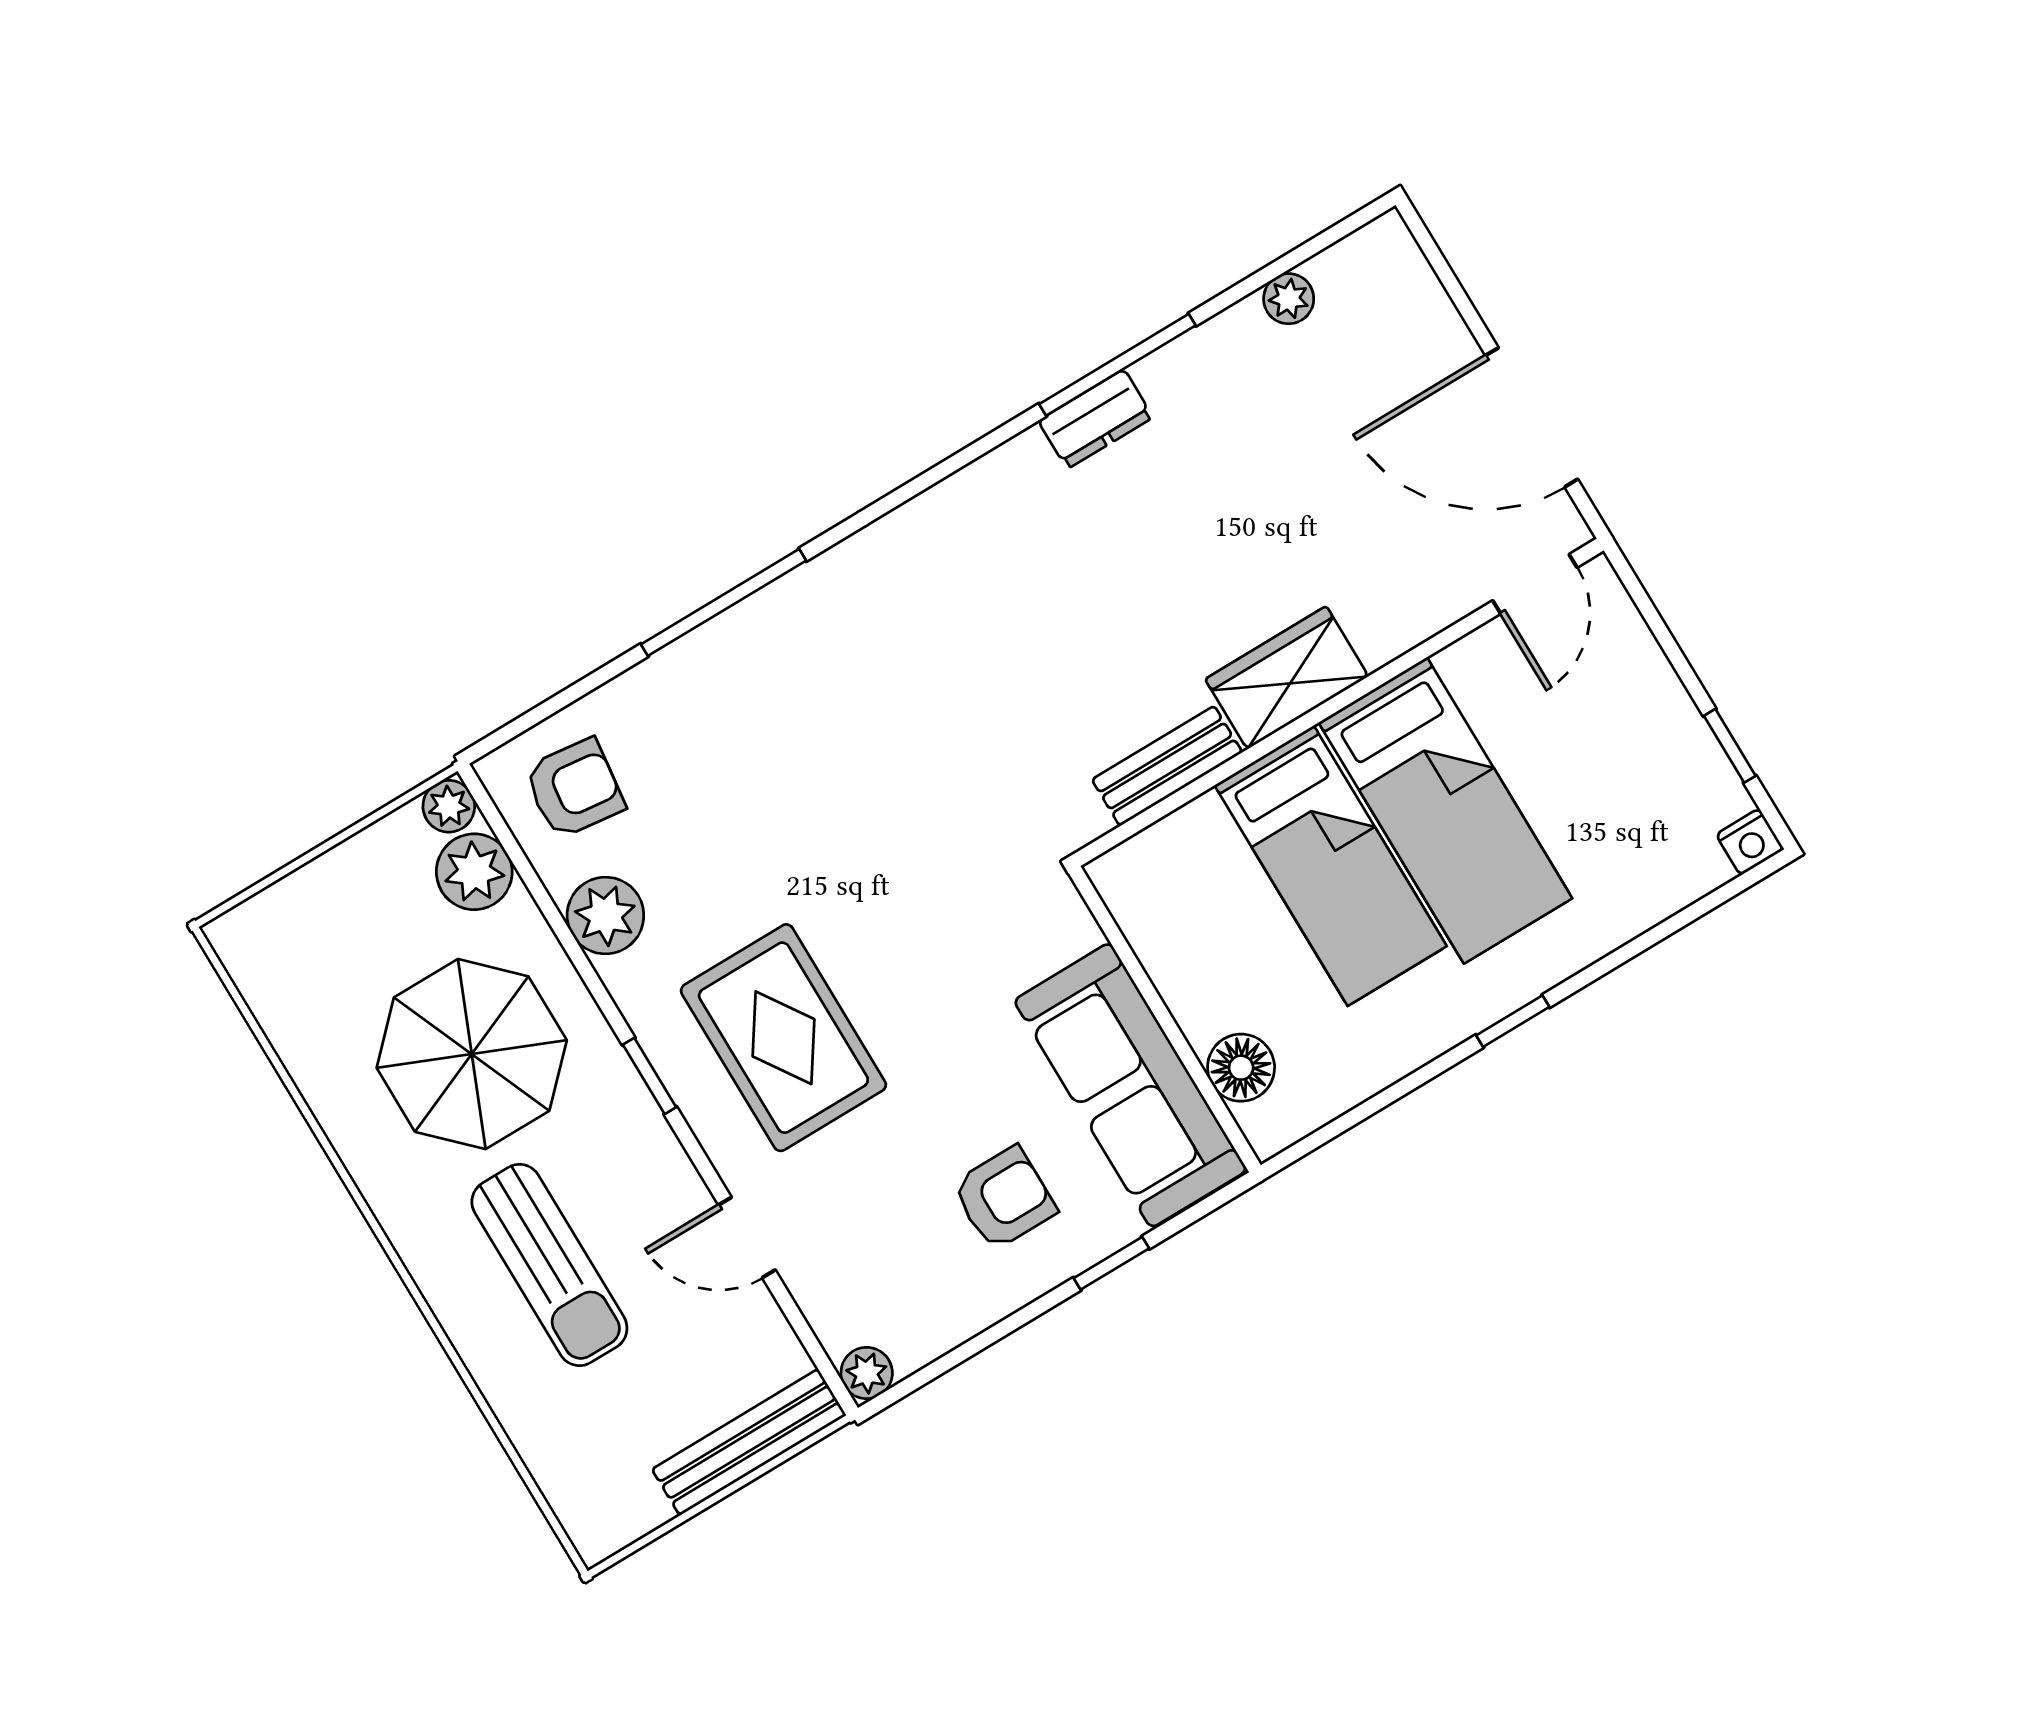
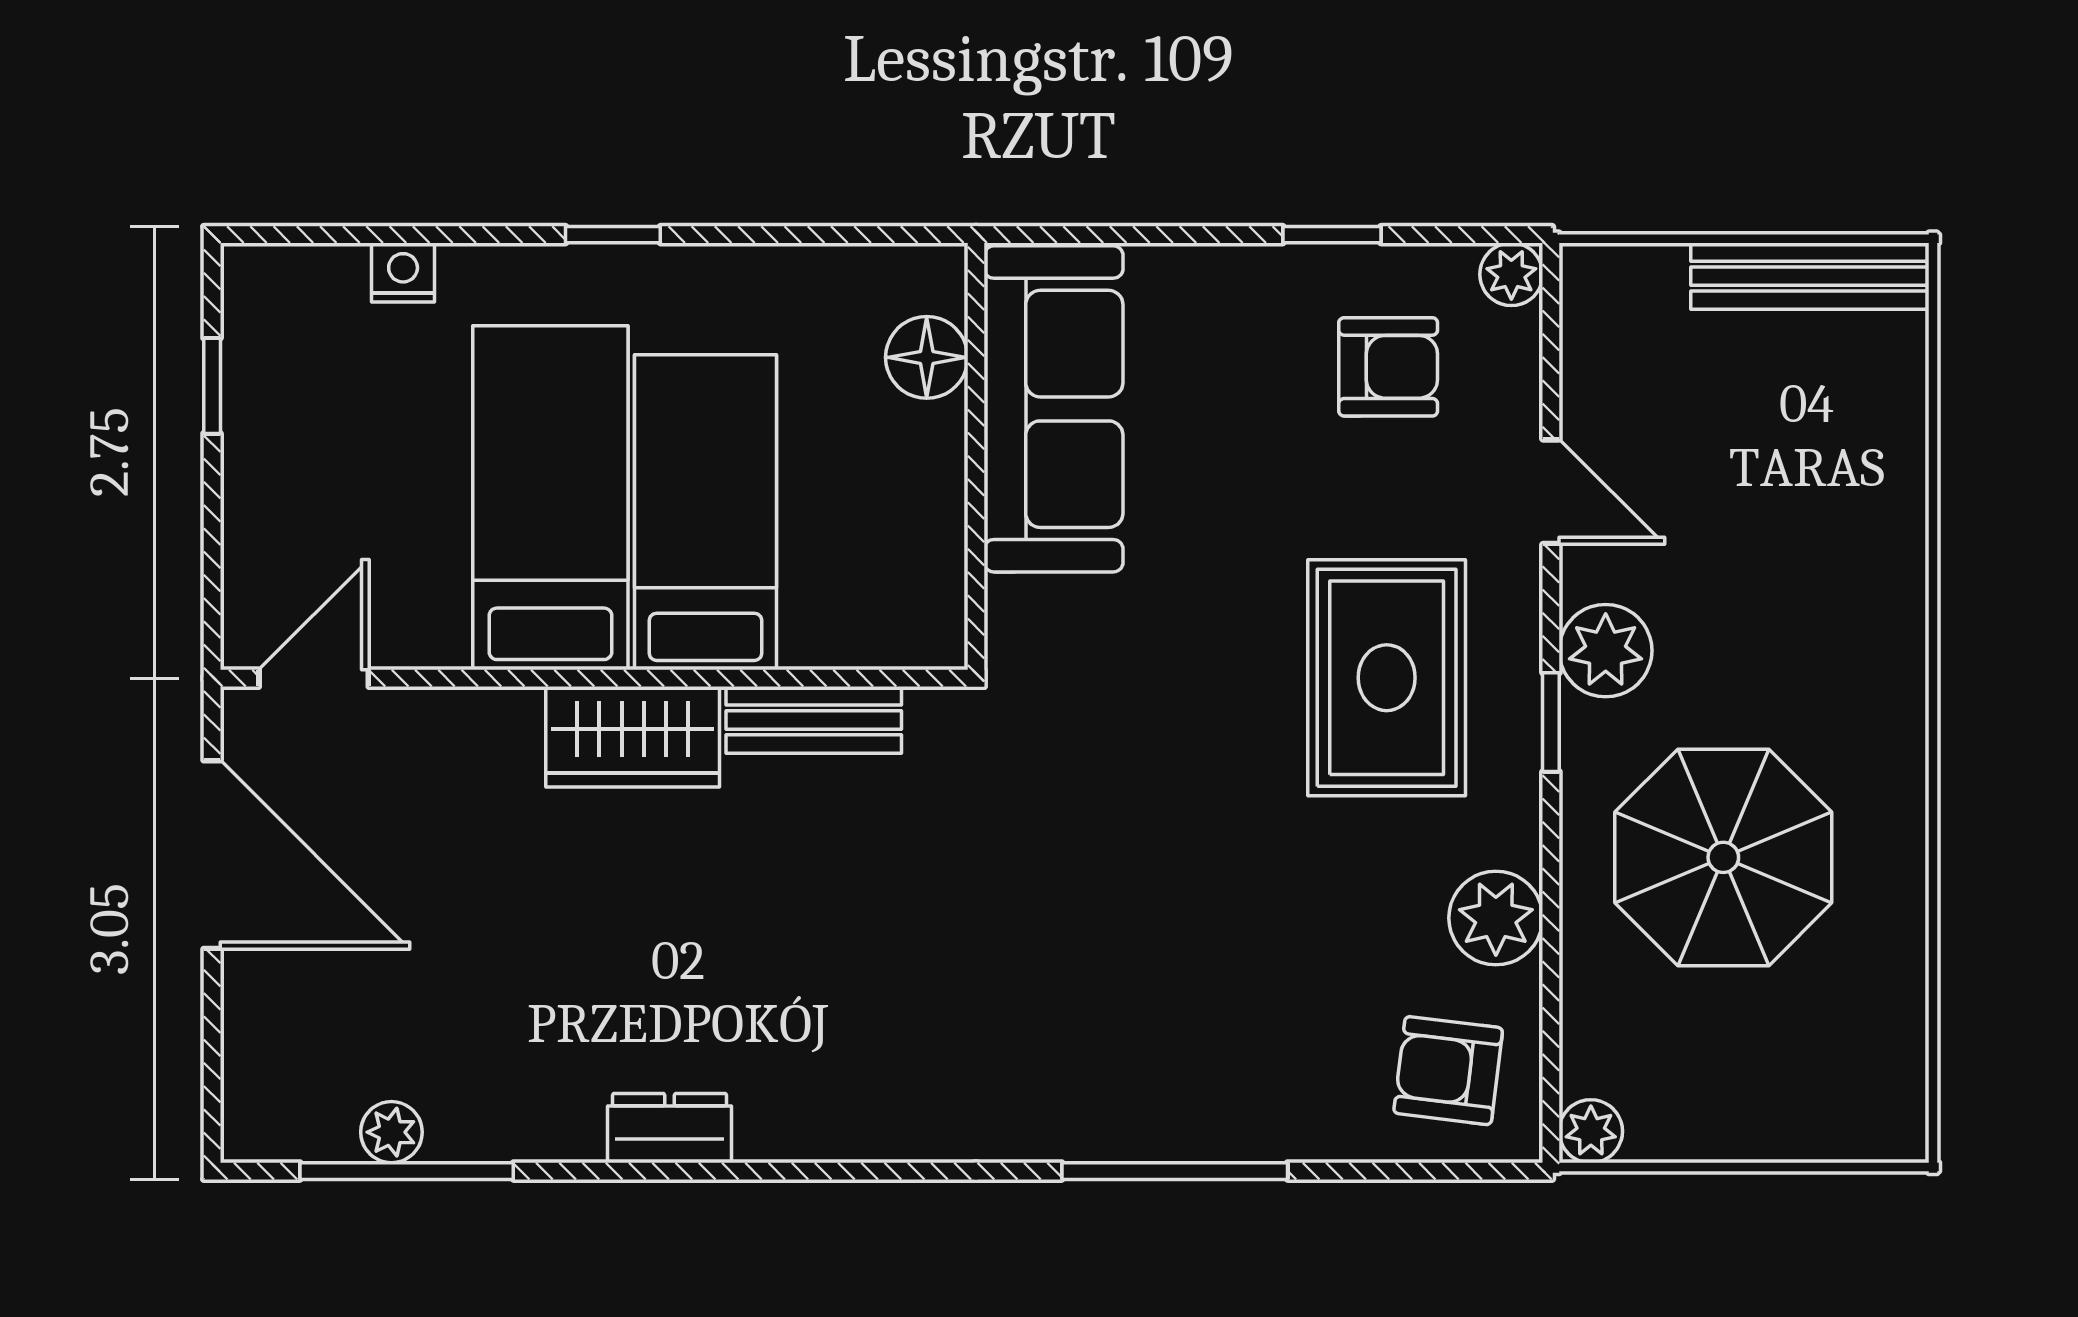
window: (1117, 365) -> (407, 1171), moved
nightstand: (1750, 842) -> (403, 273), moved
plant: (474, 872) -> (1606, 651), moved
armchair: (1004, 1198) -> (1388, 367), moved, turned 180
window: (1111, 1263) -> (1332, 235), moved
sun lounger: (549, 1265) -> (1775, 588), removed
bench: (749, 1442) -> (1810, 276), moved

